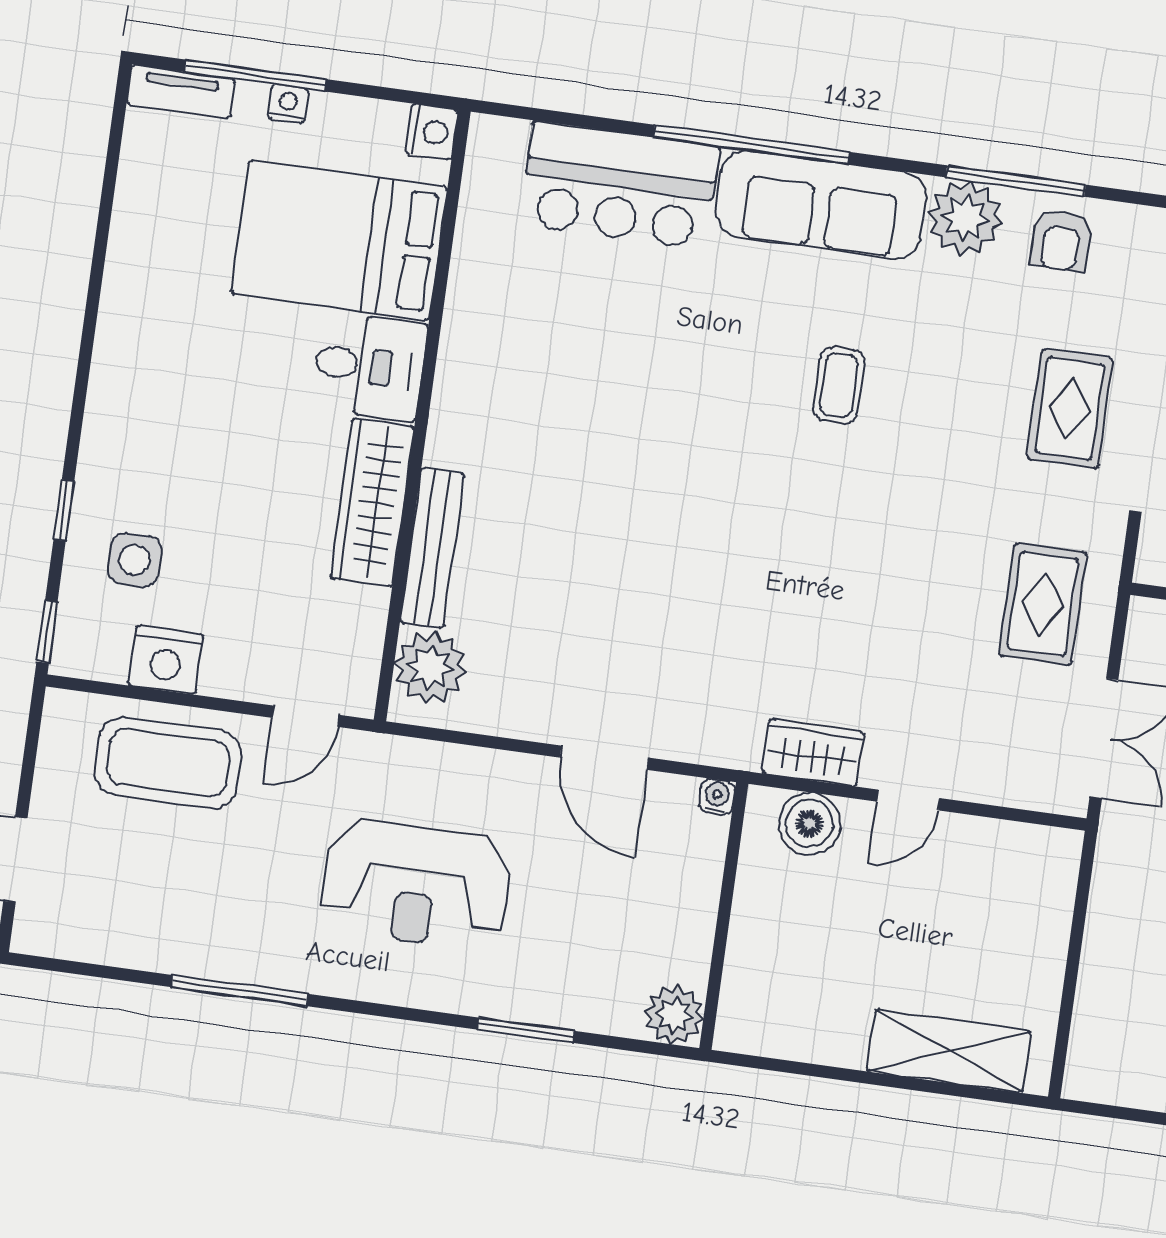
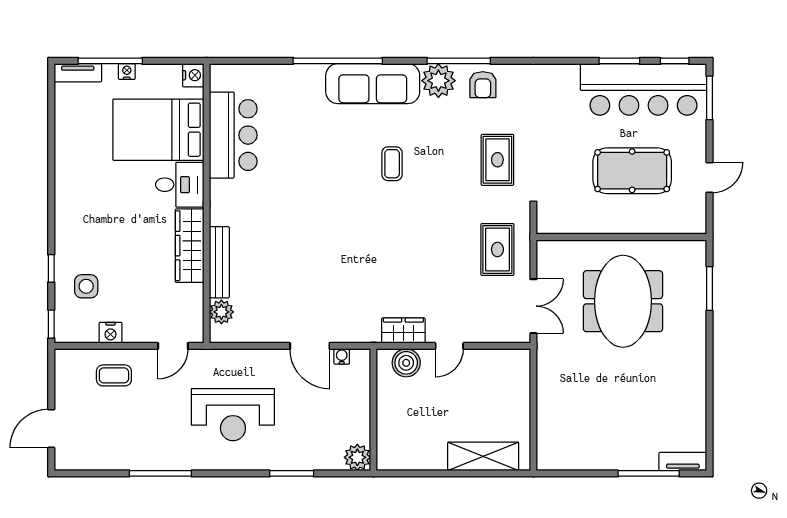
bar counter: (619, 185) -> (233, 135), moved, turned -90
nightstand: (166, 660) -> (111, 333), width x0.74, depth x0.75
plant: (430, 668) -> (221, 312), width x0.73, depth x0.73
coffee table: (168, 763) -> (114, 375), width x0.54, depth x0.58
water cooler: (717, 797) -> (342, 356), moved

